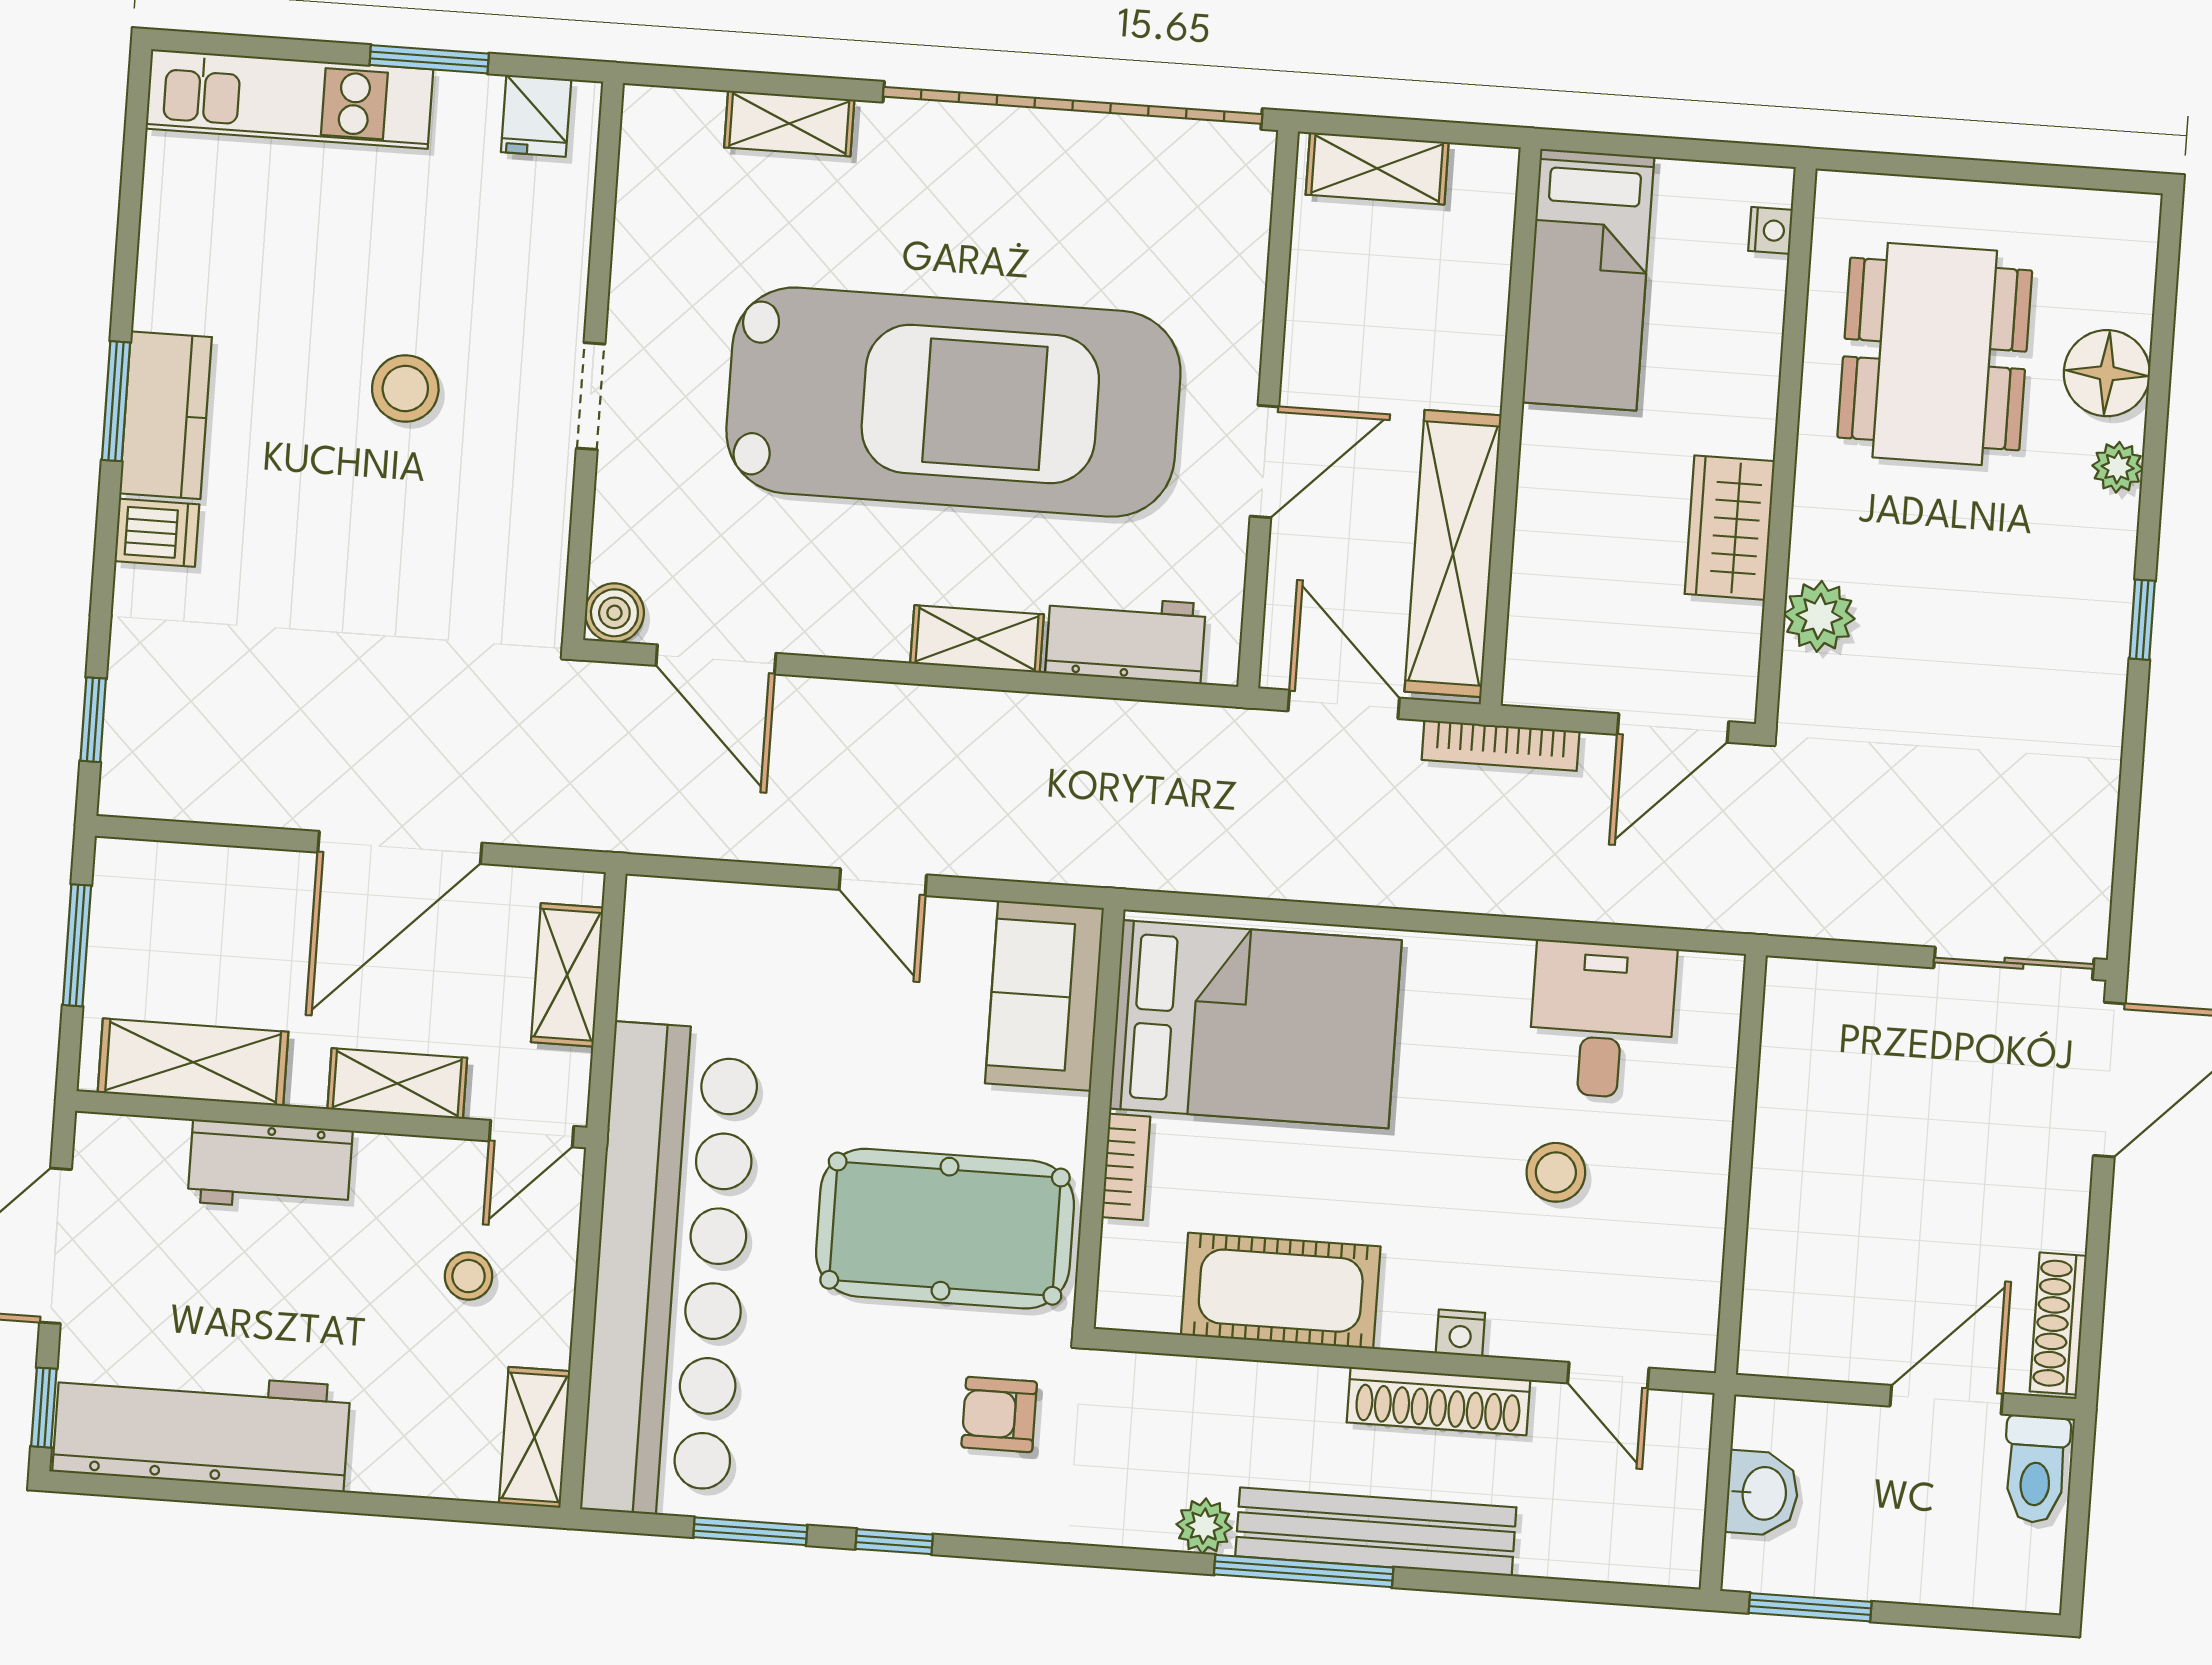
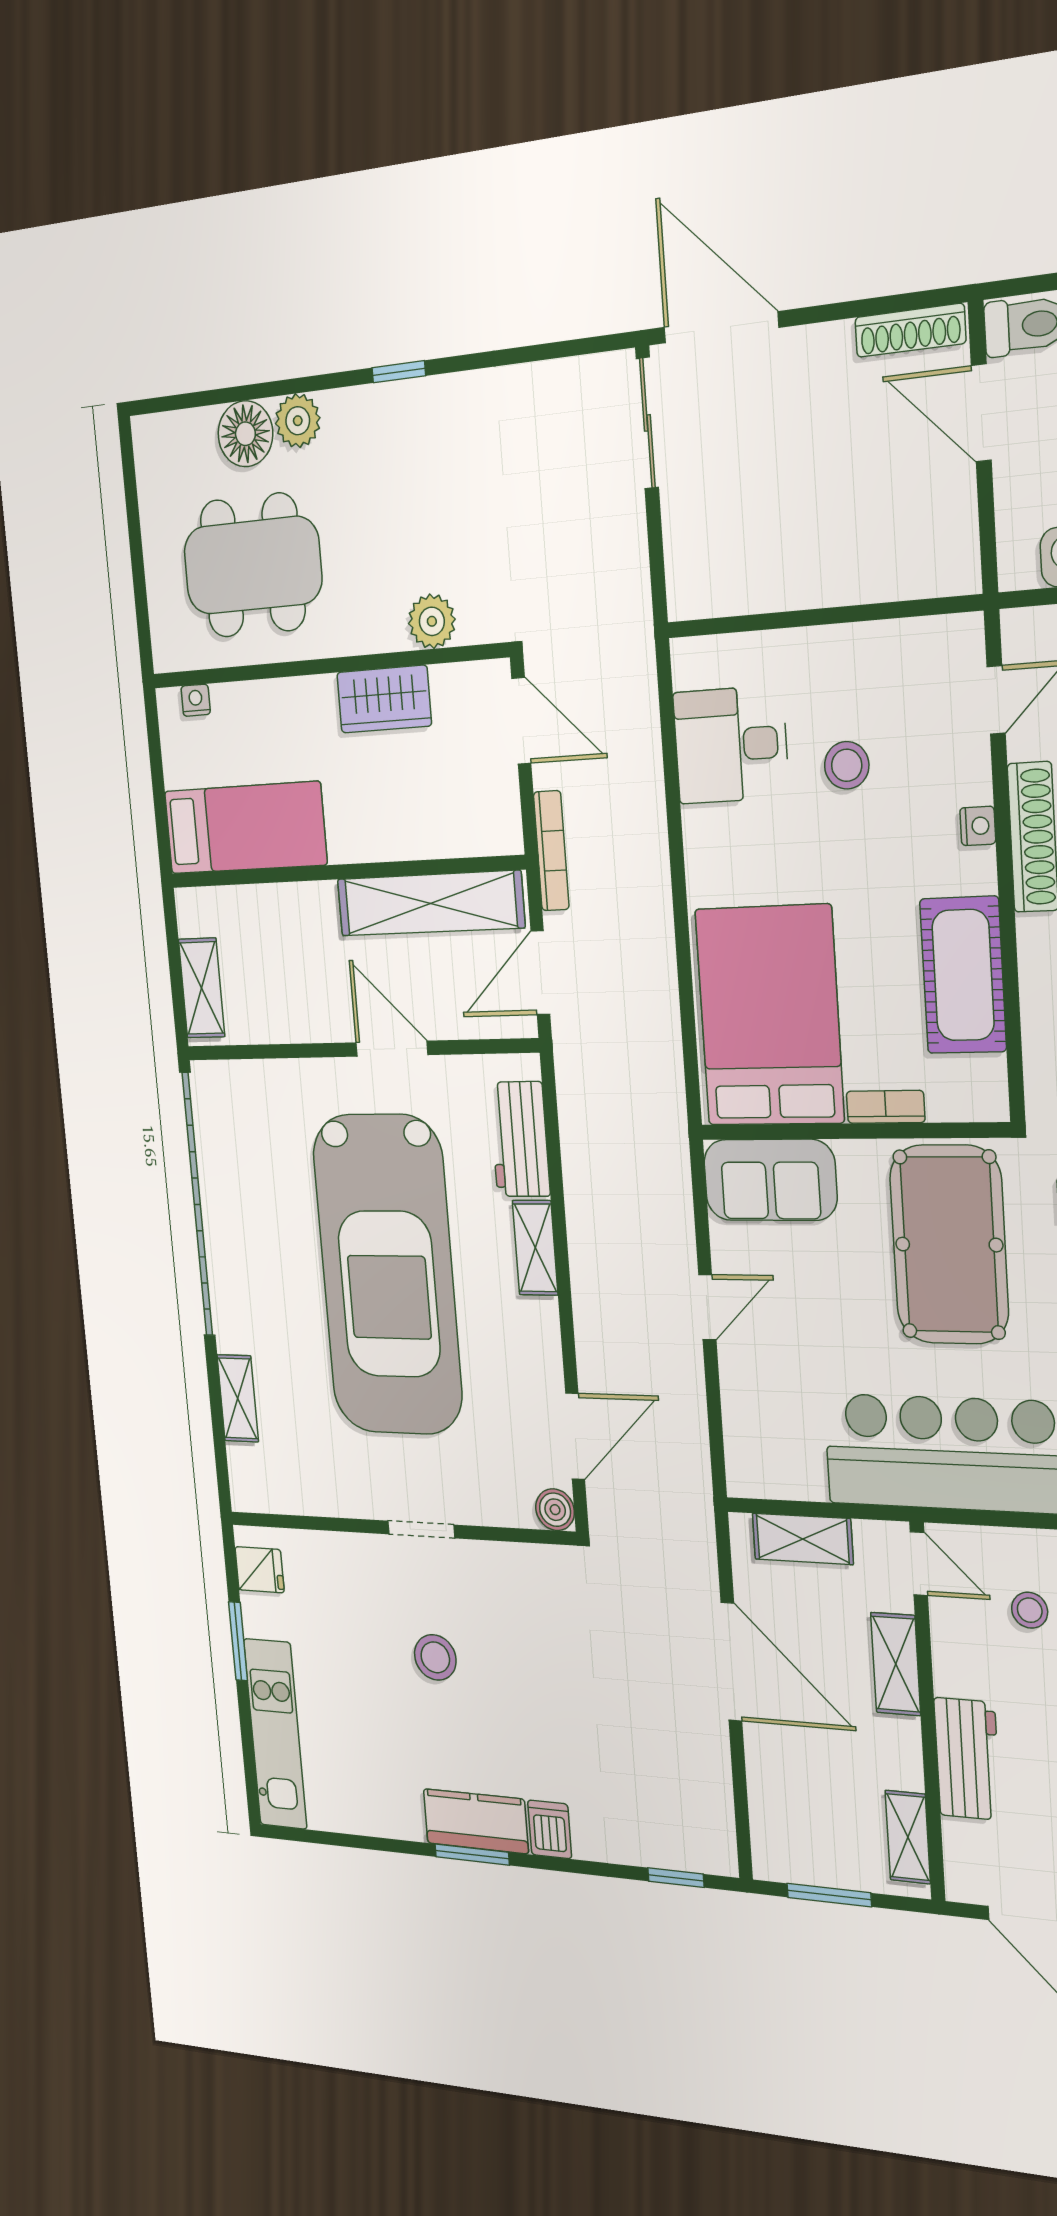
car: (953, 402) -> (387, 1275), turned 180
plant: (2118, 467) -> (298, 421), width x1.38, depth x1.38
shelving: (193, 1062) -> (908, 1837), width x0.67, depth x0.75

